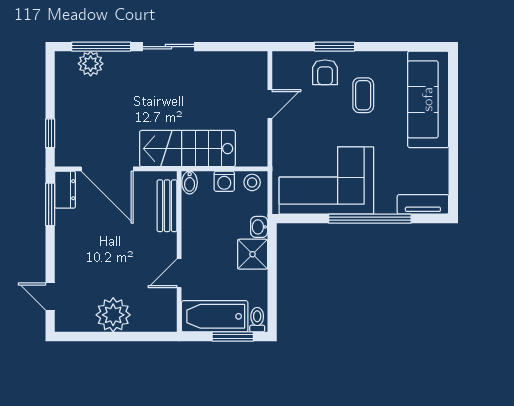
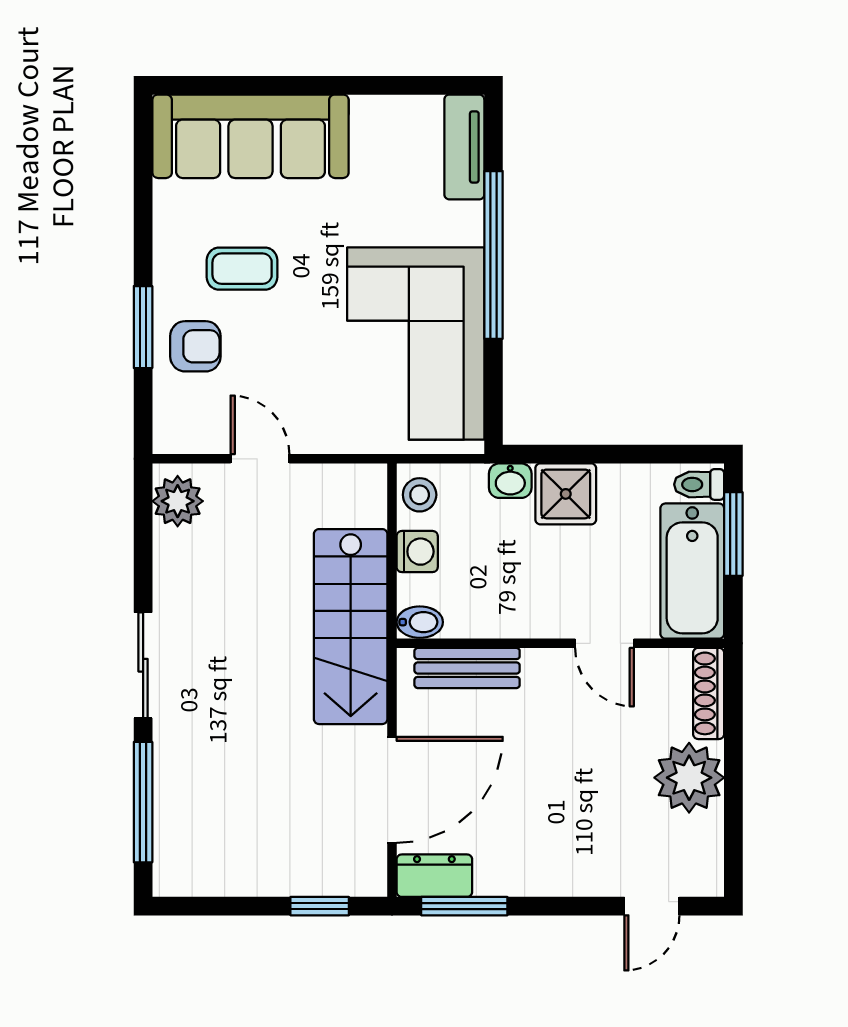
plant: (91, 64) -> (178, 501), moved
shoe rack: (155, 324) -> (709, 693), added

